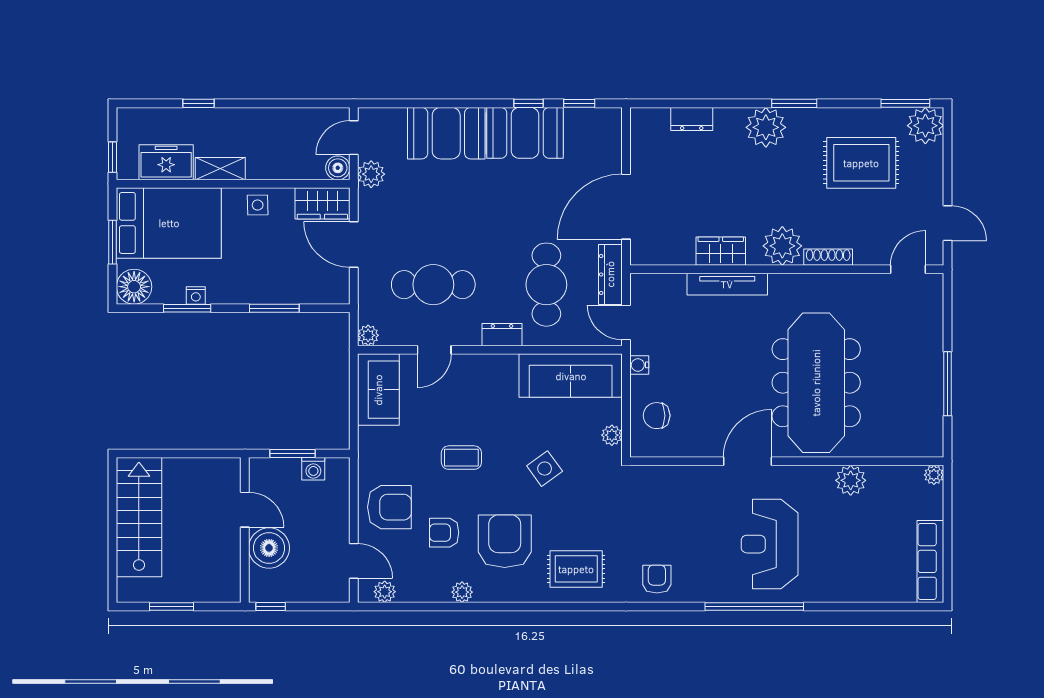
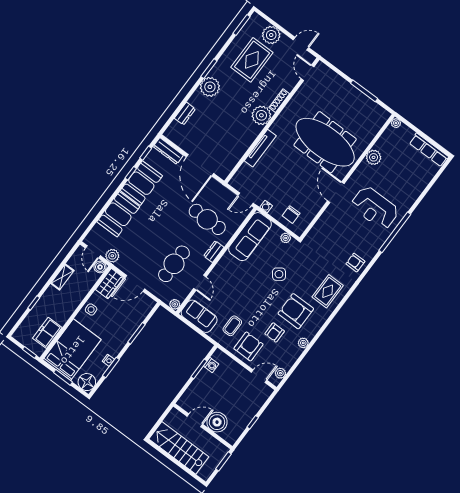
plant: (925, 126) -> (271, 35), moved
shelving: (220, 169) -> (62, 277), moved
wardrobe: (721, 251) -> (245, 141), removed
dresser: (610, 274) -> (168, 151), moved
coffee table: (461, 458) -> (232, 326), moved
door: (245, 510) -> (195, 420), moved
wall: (245, 530) -> (203, 426), moved
boiler: (269, 548) -> (217, 422), moved

